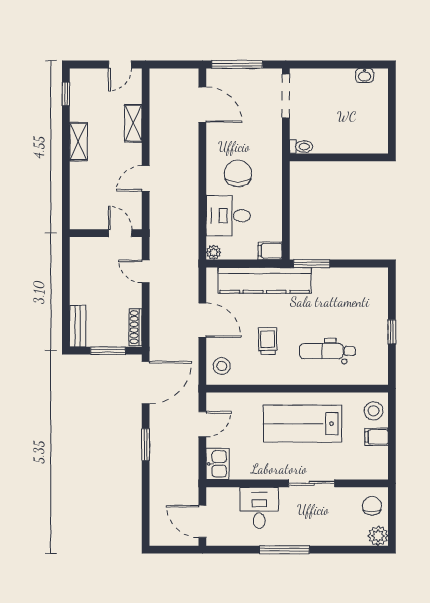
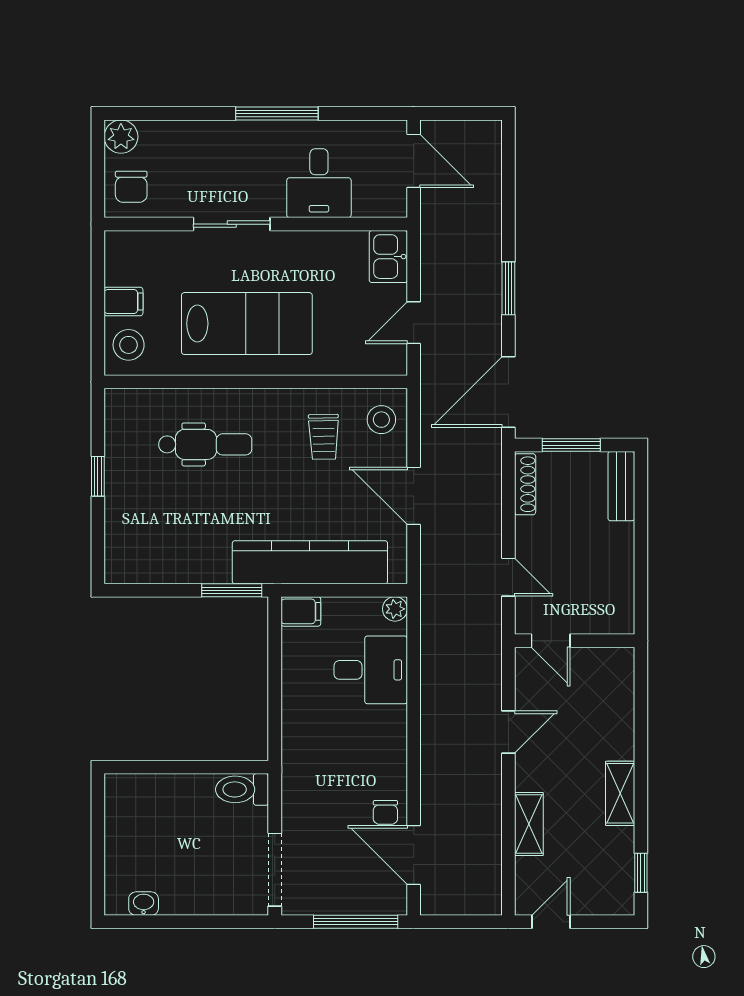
toilet: (301, 147) -> (242, 789), width x1.37, depth x1.39
chair: (238, 173) -> (385, 812), moved, width x0.54, depth x0.54
trolley: (268, 341) -> (324, 437), moved

